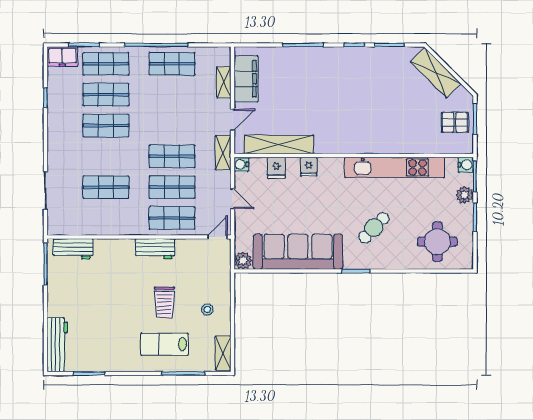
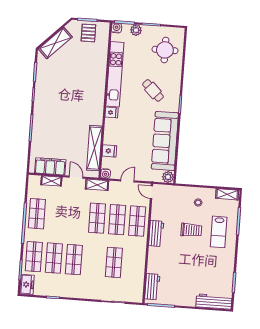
fridge: (309, 167) -> (111, 112), moved

